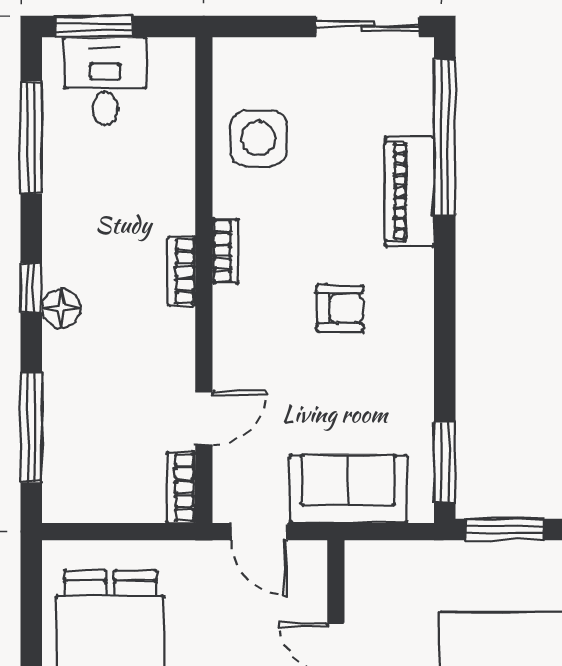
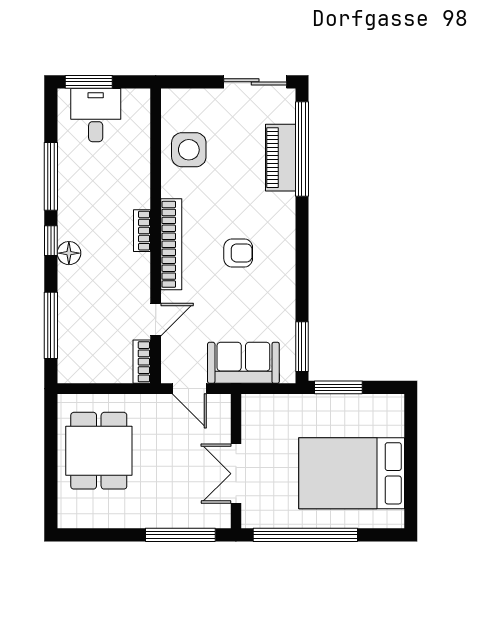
window: (31, 137) -> (51, 176), moved
piano: (409, 191) -> (281, 158), moved
bookcase: (225, 251) -> (171, 244), width x2.31, depth x1.31

